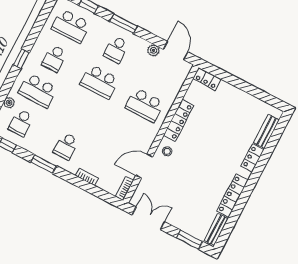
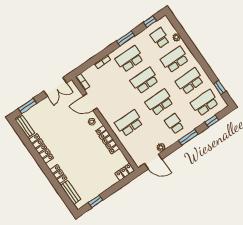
school desk: (54, 58) -> (190, 81), width x1.85
window: (21, 59) -> (220, 88), moved
window: (261, 95) -> (96, 201), added
school desk: (83, 114) -> (144, 81), added
school desk: (66, 146) -> (130, 59), width x1.85
door: (144, 166) -> (90, 102), swing flipped

